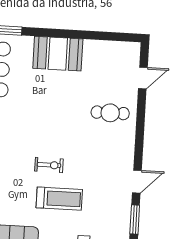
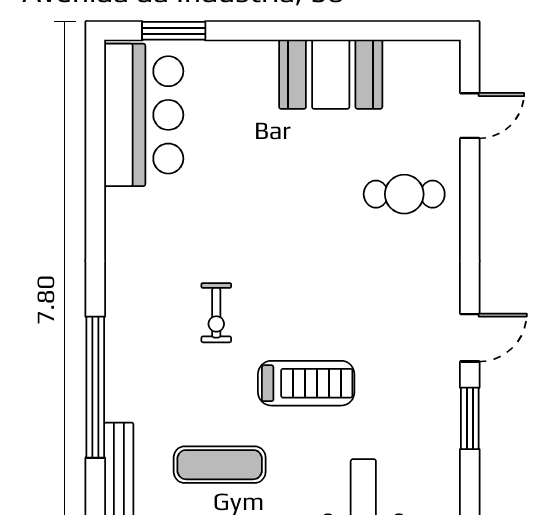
booth: (58, 54) -> (331, 74), moved
exercise bike: (49, 165) -> (216, 313), moved, turned 90

